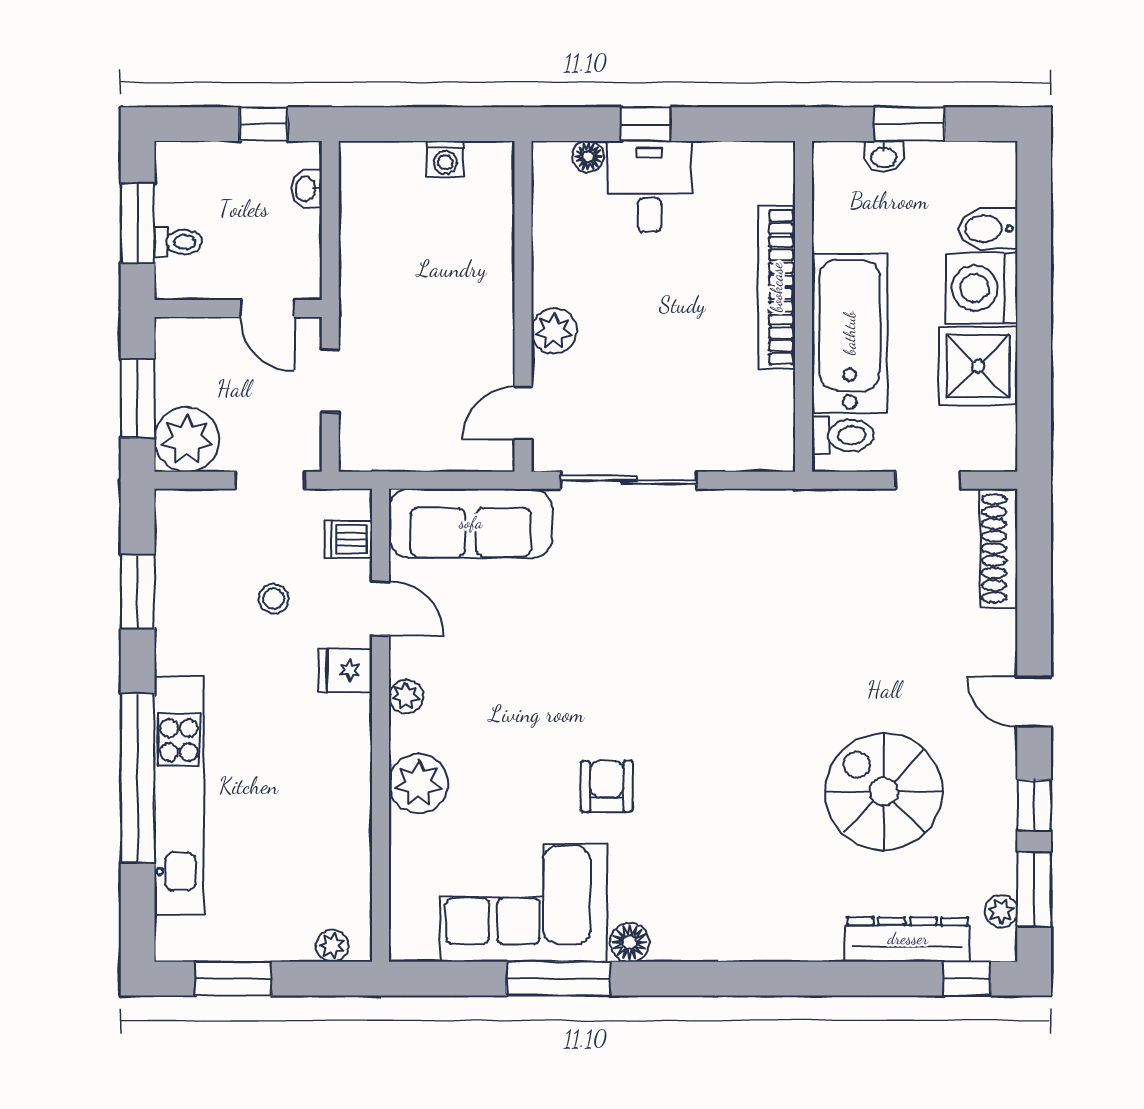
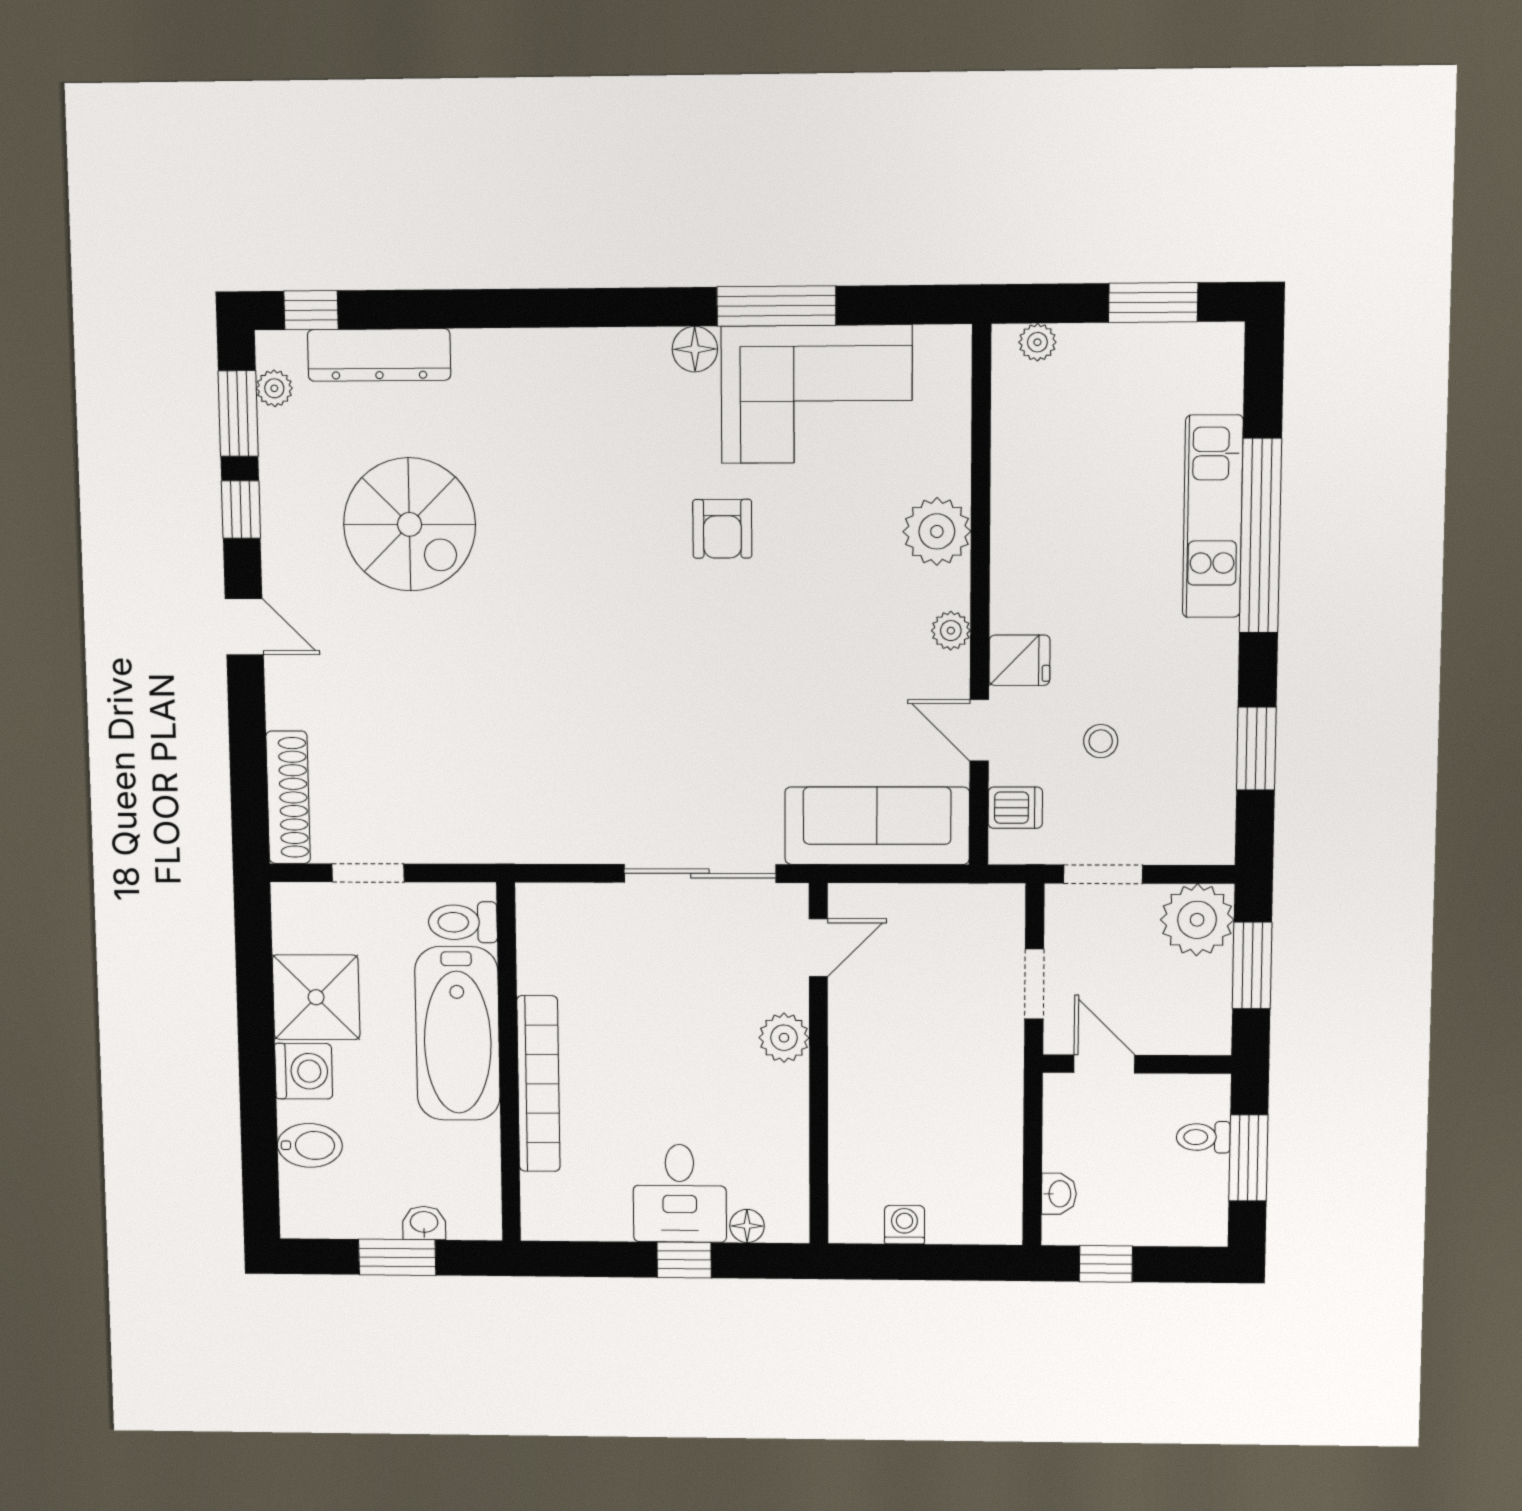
washing machine: (982, 288) -> (304, 1071), width x0.73, depth x0.73
kitchen unit: (179, 795) -> (1213, 517), width x0.73

